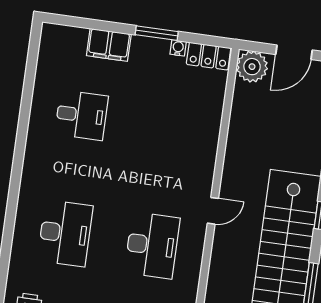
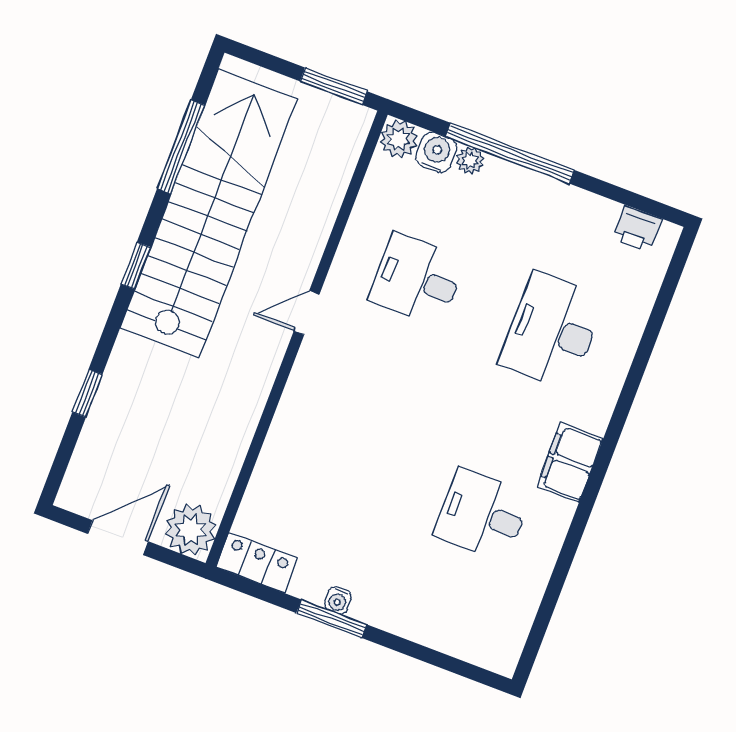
filing cabinet: (109, 45) -> (570, 462), moved, turned -90
water cooler: (178, 48) -> (338, 600), moved
desk: (152, 245) -> (417, 279), width x0.73

